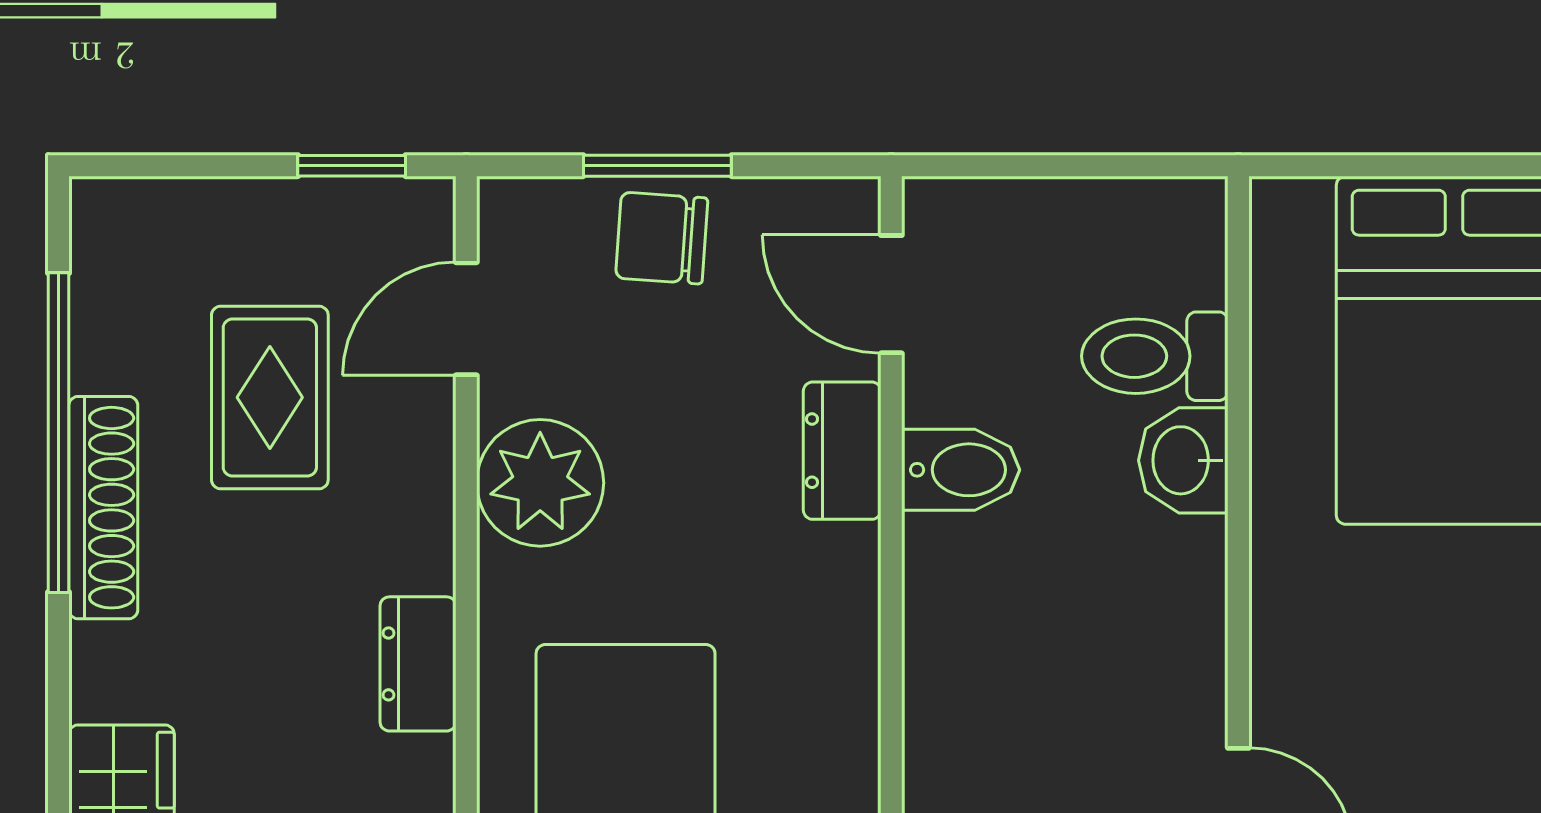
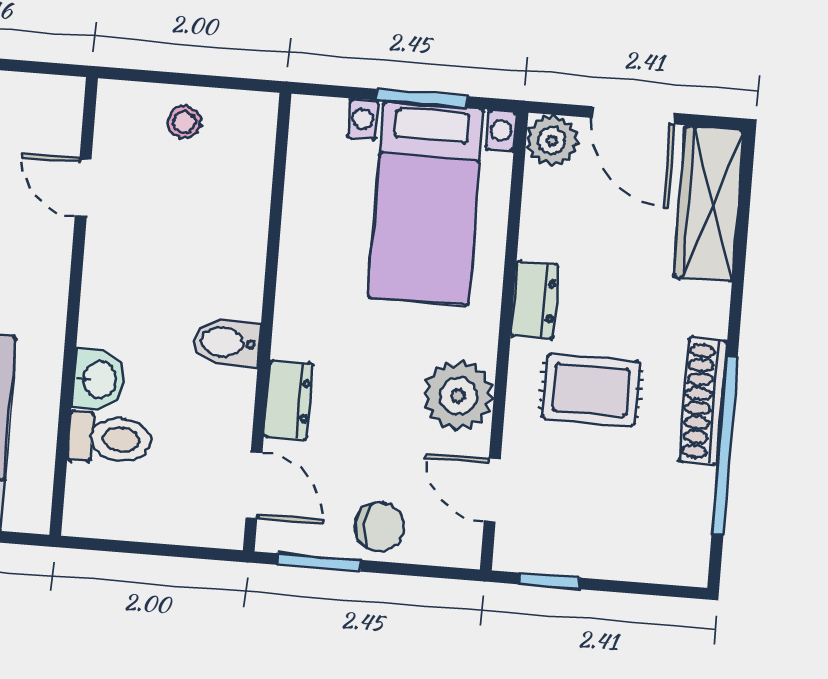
window: (657, 166) -> (320, 562), moved
door: (466, 319) -> (492, 490), swing flipped
rug: (270, 397) -> (591, 390), moved, turned 90
bidet: (961, 470) -> (227, 342), moved

